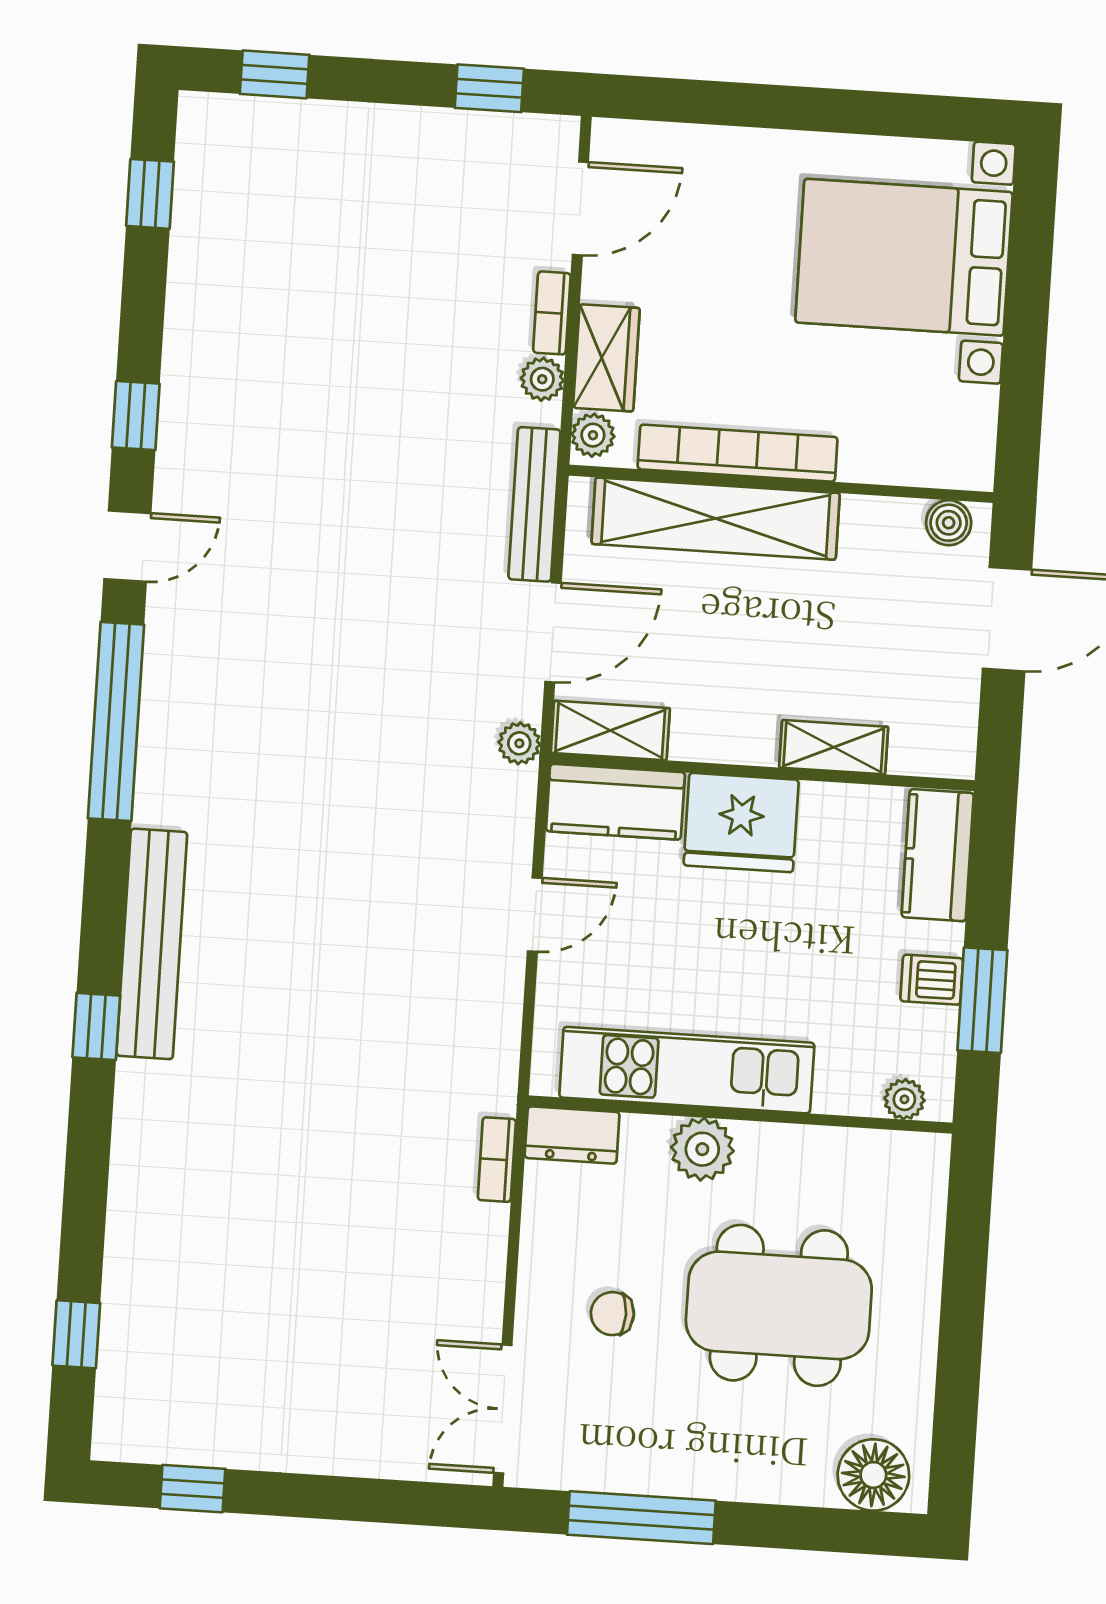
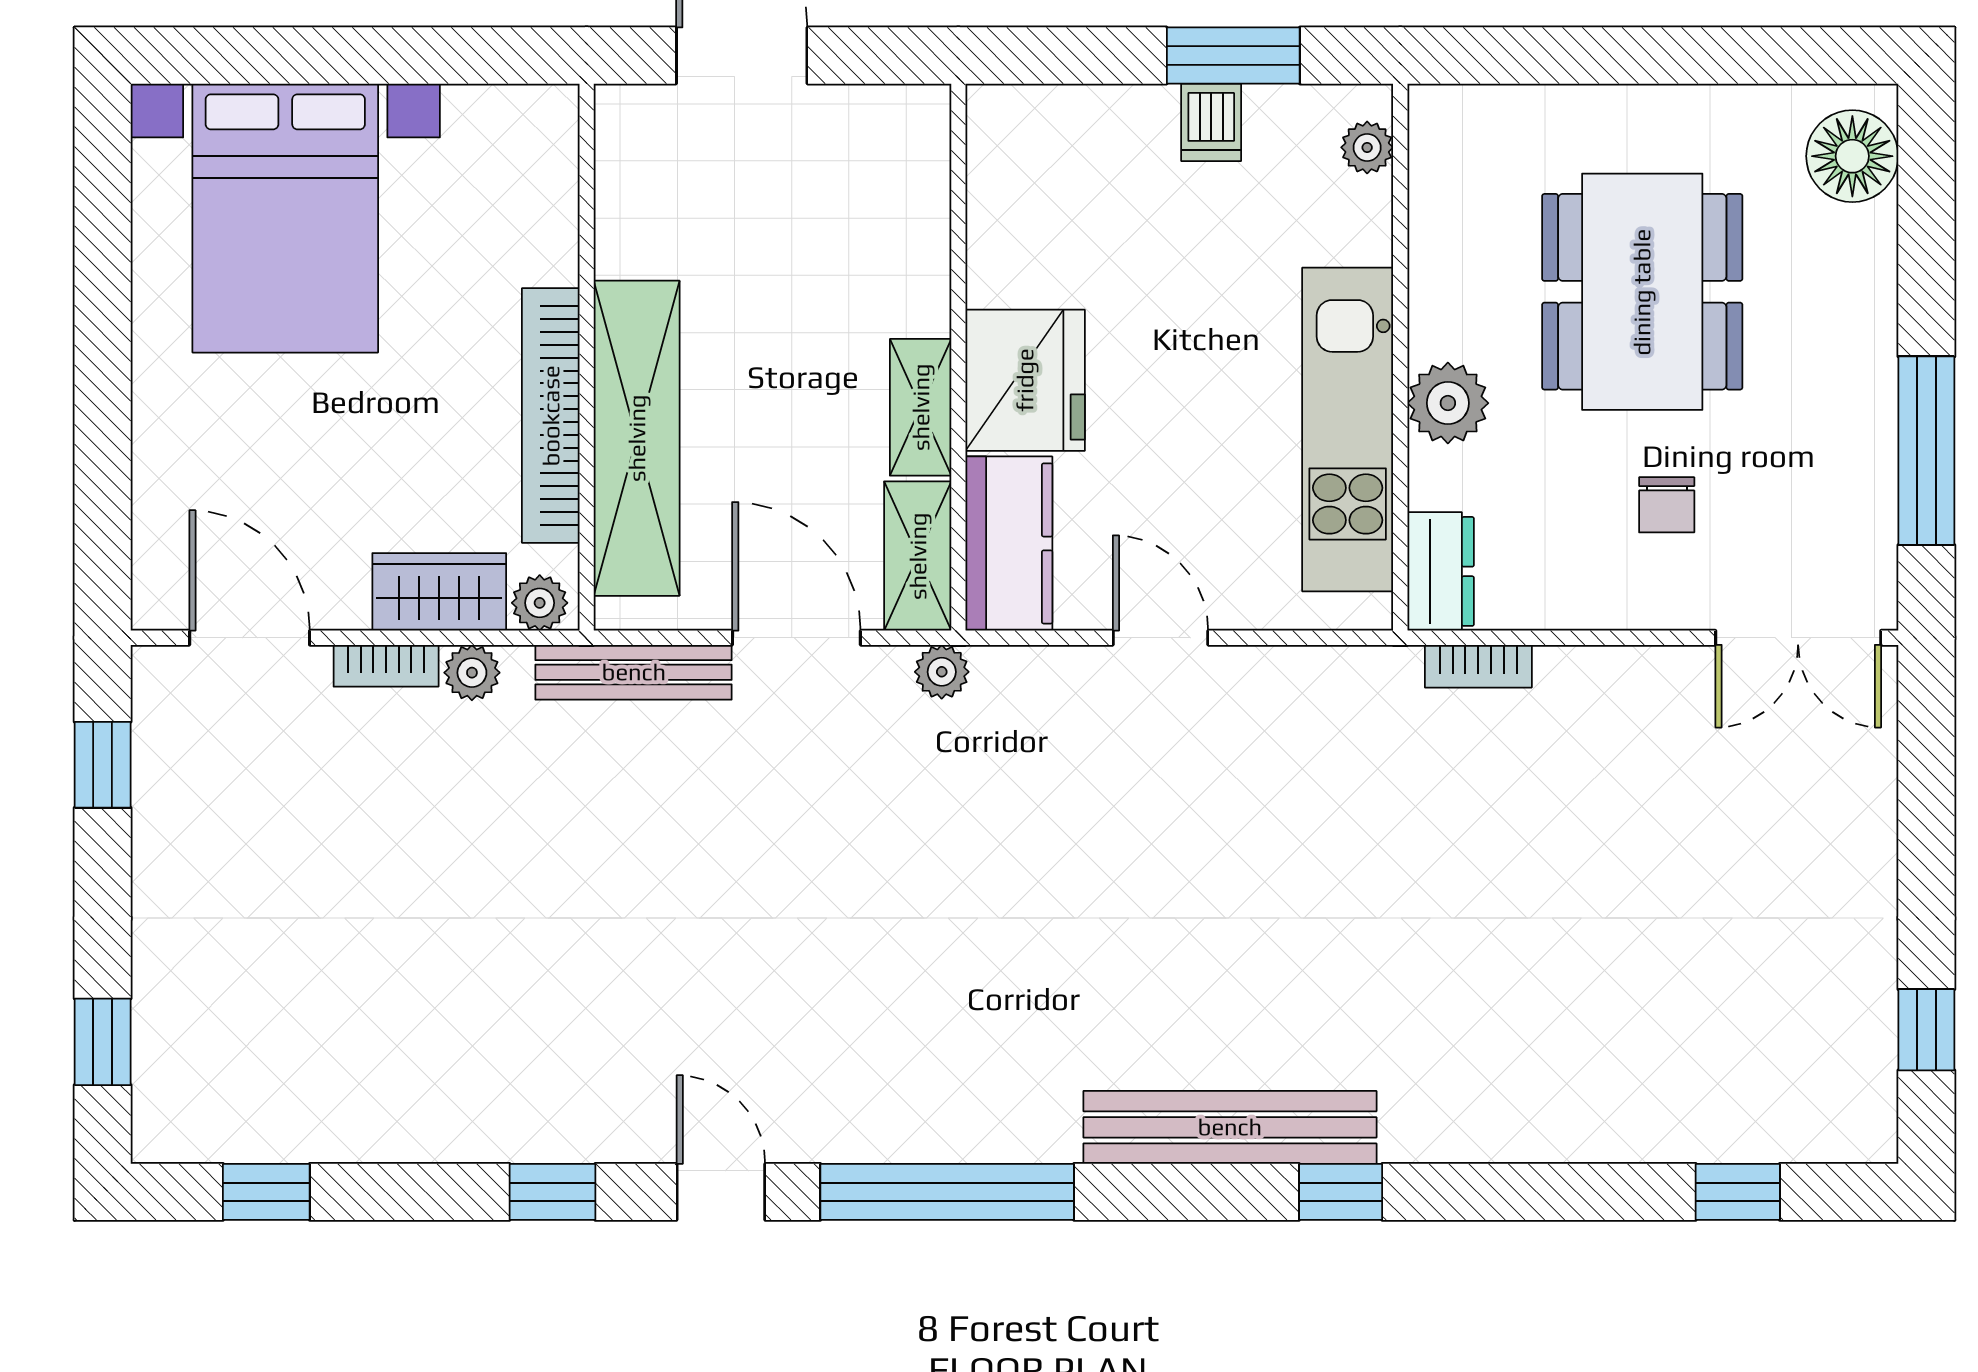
boiler: (949, 523) -> (623, 139), removed
shelving: (834, 747) -> (921, 407), moved
kitchen counter: (938, 855) -> (1051, 125), removed

